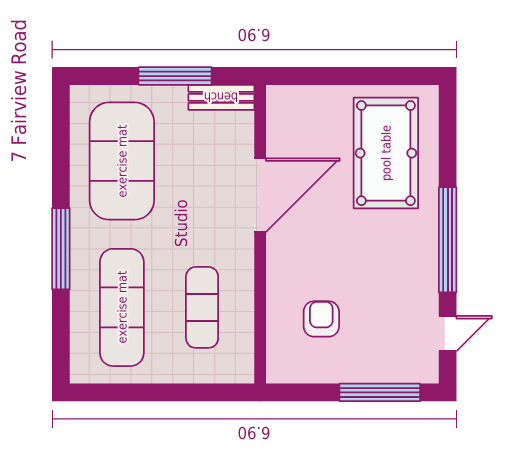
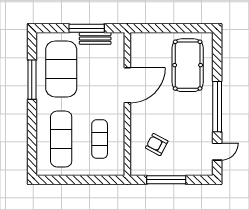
bench: (221, 97) -> (95, 38), moved
window: (61, 249) -> (32, 80), moved
armchair: (321, 319) -> (157, 145), turned -62
window: (380, 392) -> (166, 180), moved

